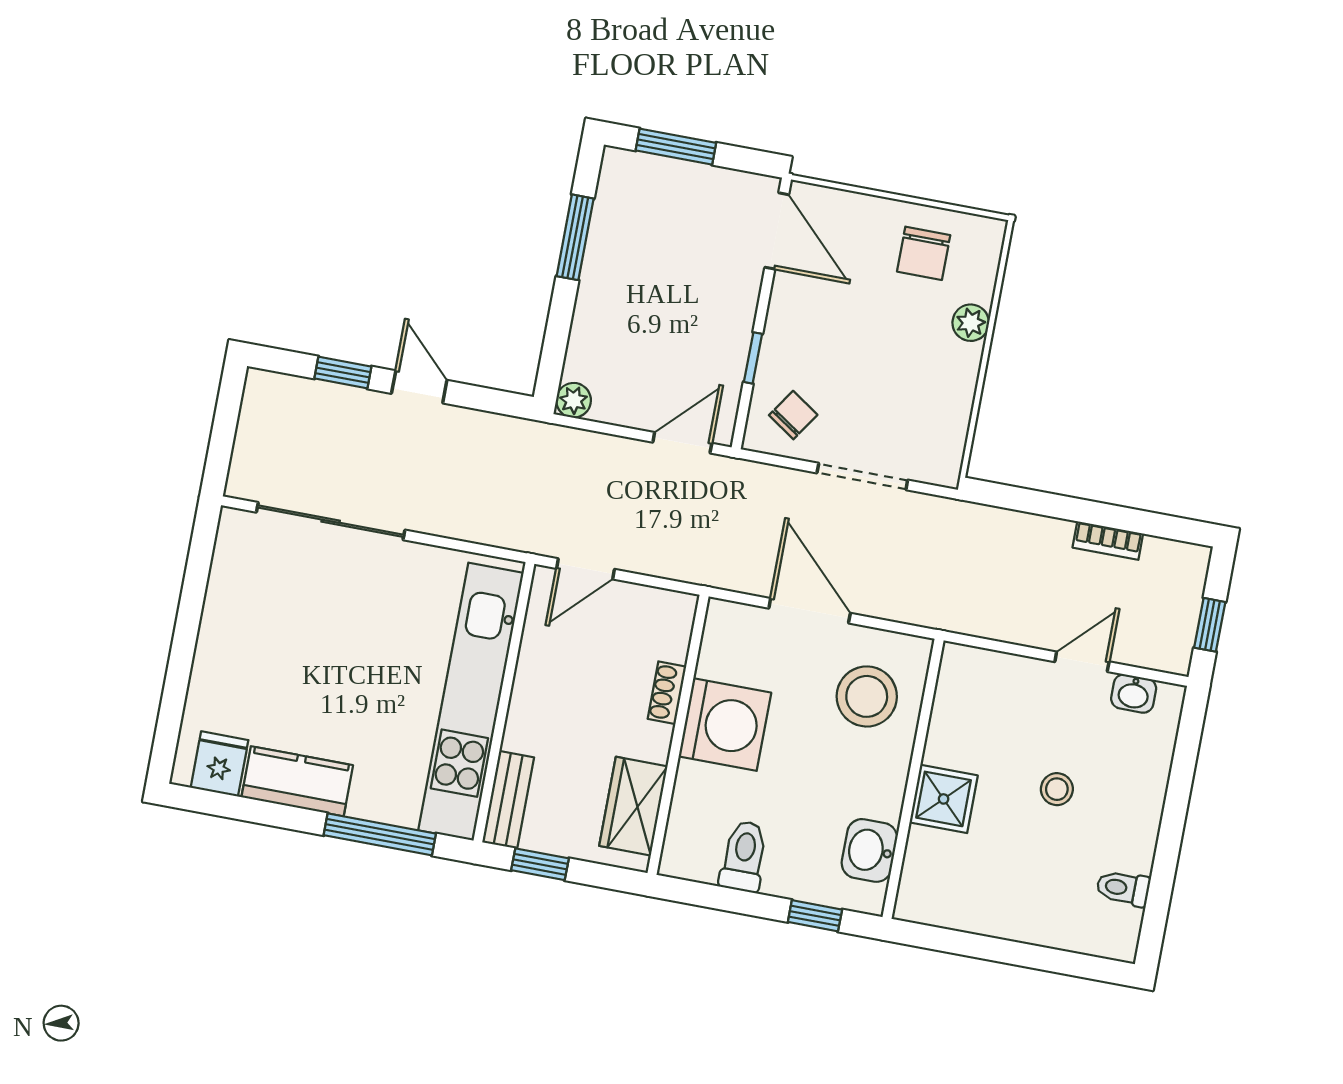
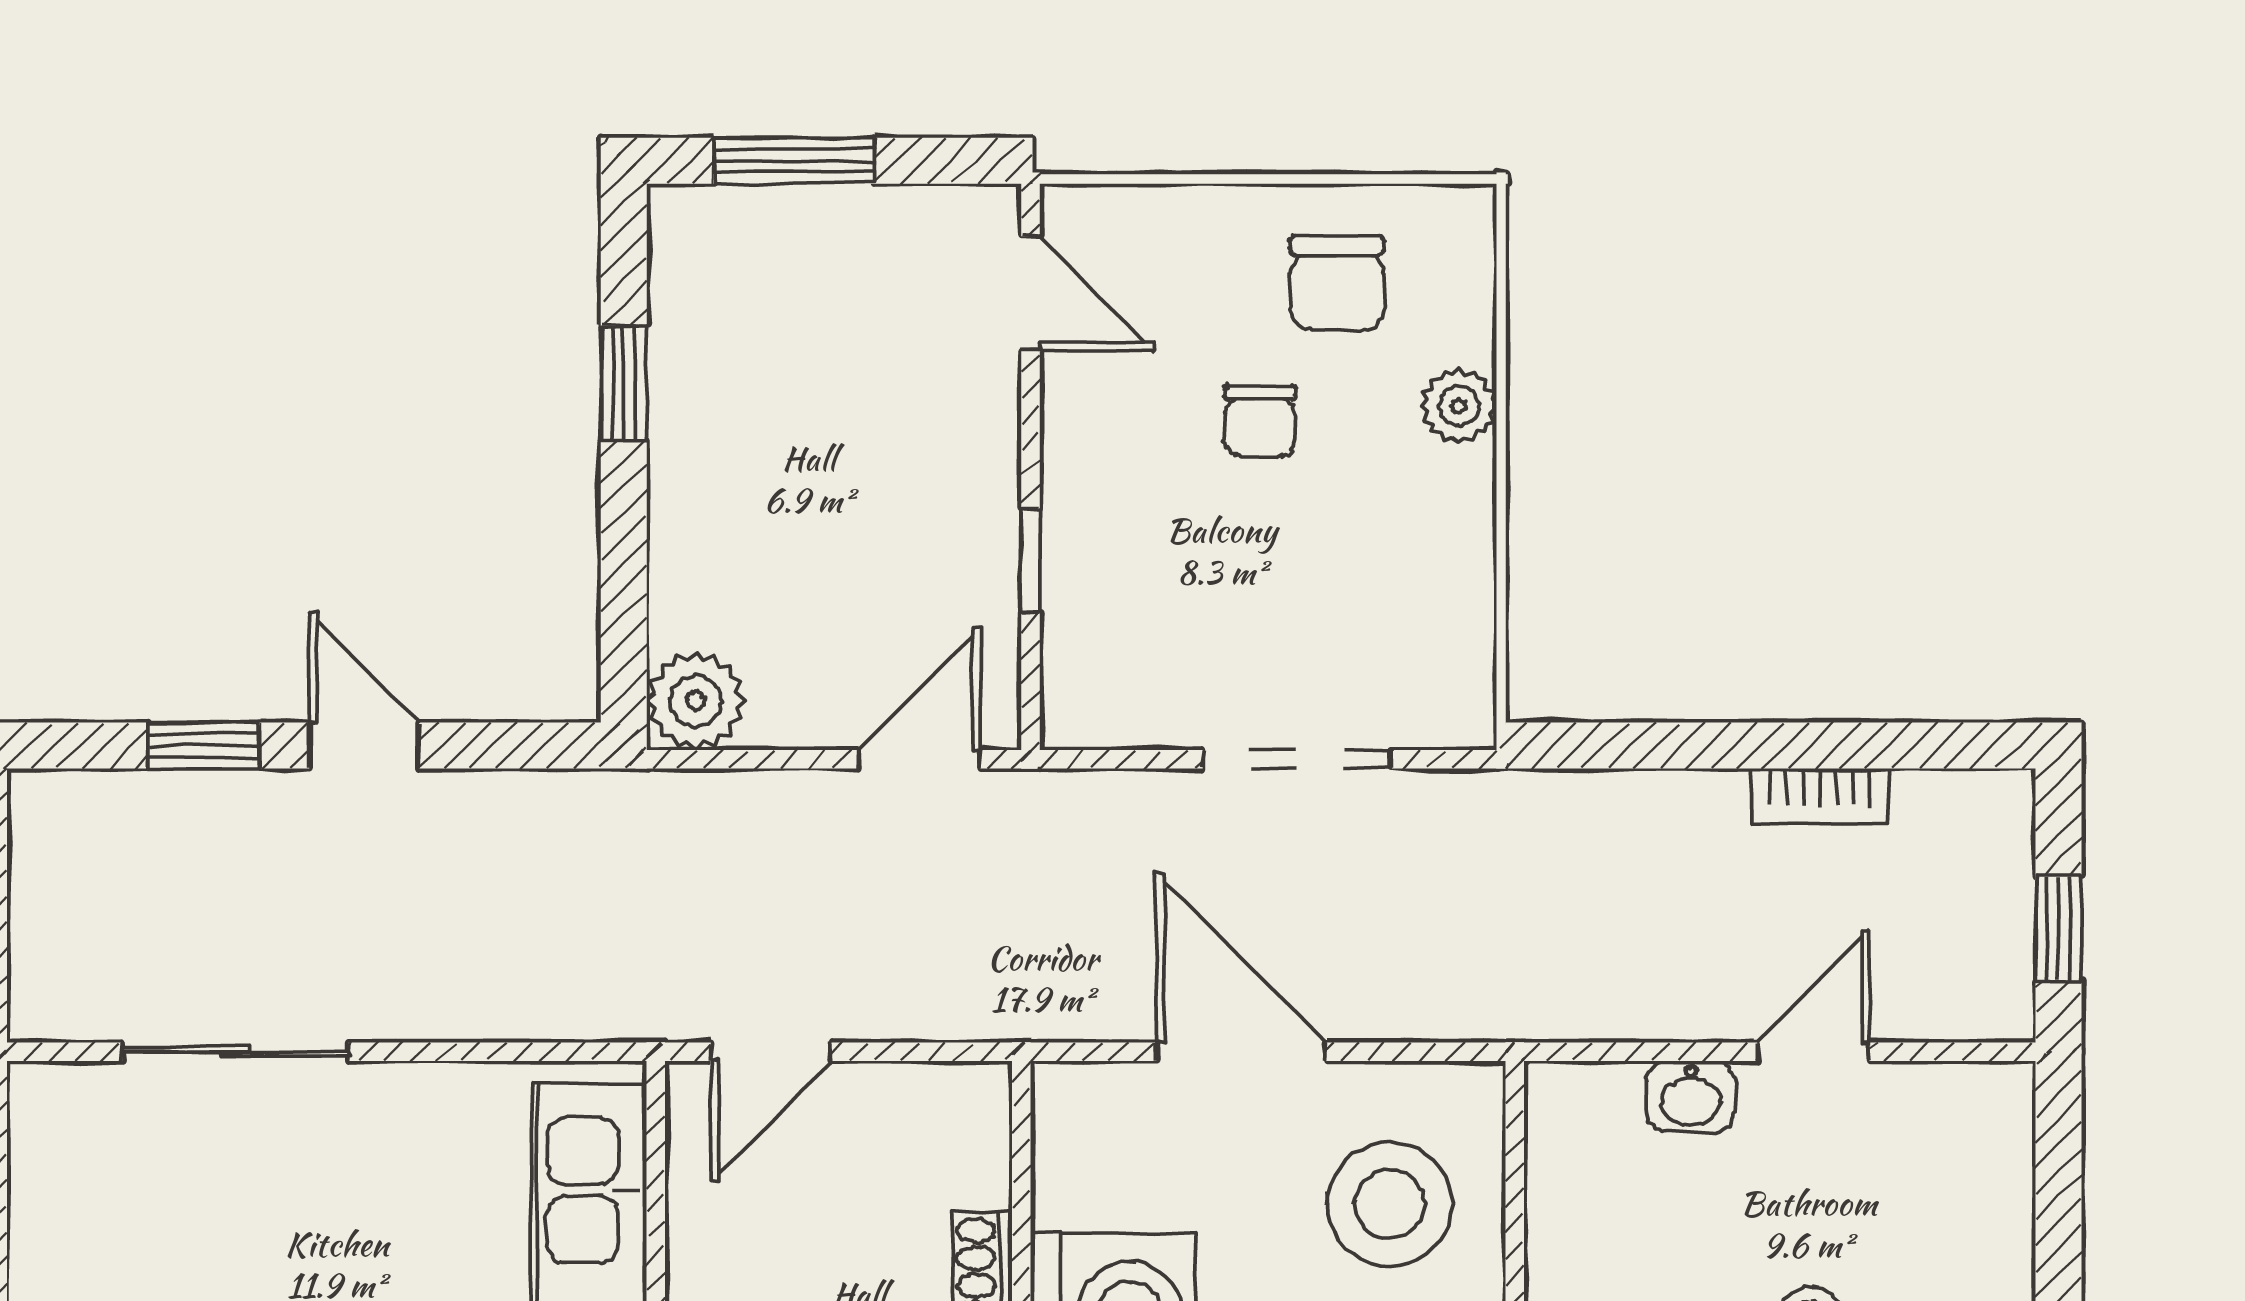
door: (777, 231) -> (1030, 294), width x0.73
window: (575, 237) -> (624, 383), width x0.67
plant: (574, 400) -> (696, 701), width x1.38, depth x1.38
chair: (793, 415) -> (1260, 421), moved, turned 146
sliding door: (331, 521) -> (235, 1052), width x0.73
washbasin: (1134, 693) -> (1691, 1097), moved

